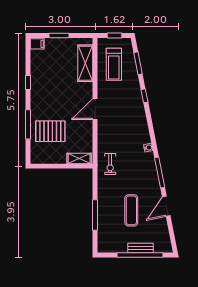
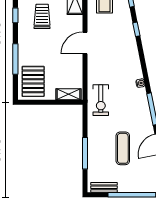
trolley: (54, 84) -> (42, 16), added
pallet: (50, 131) -> (33, 81), moved, turned 90
exercise bike: (110, 164) -> (101, 100), width x1.38, depth x1.39
bench: (140, 248) -> (104, 187), moved

